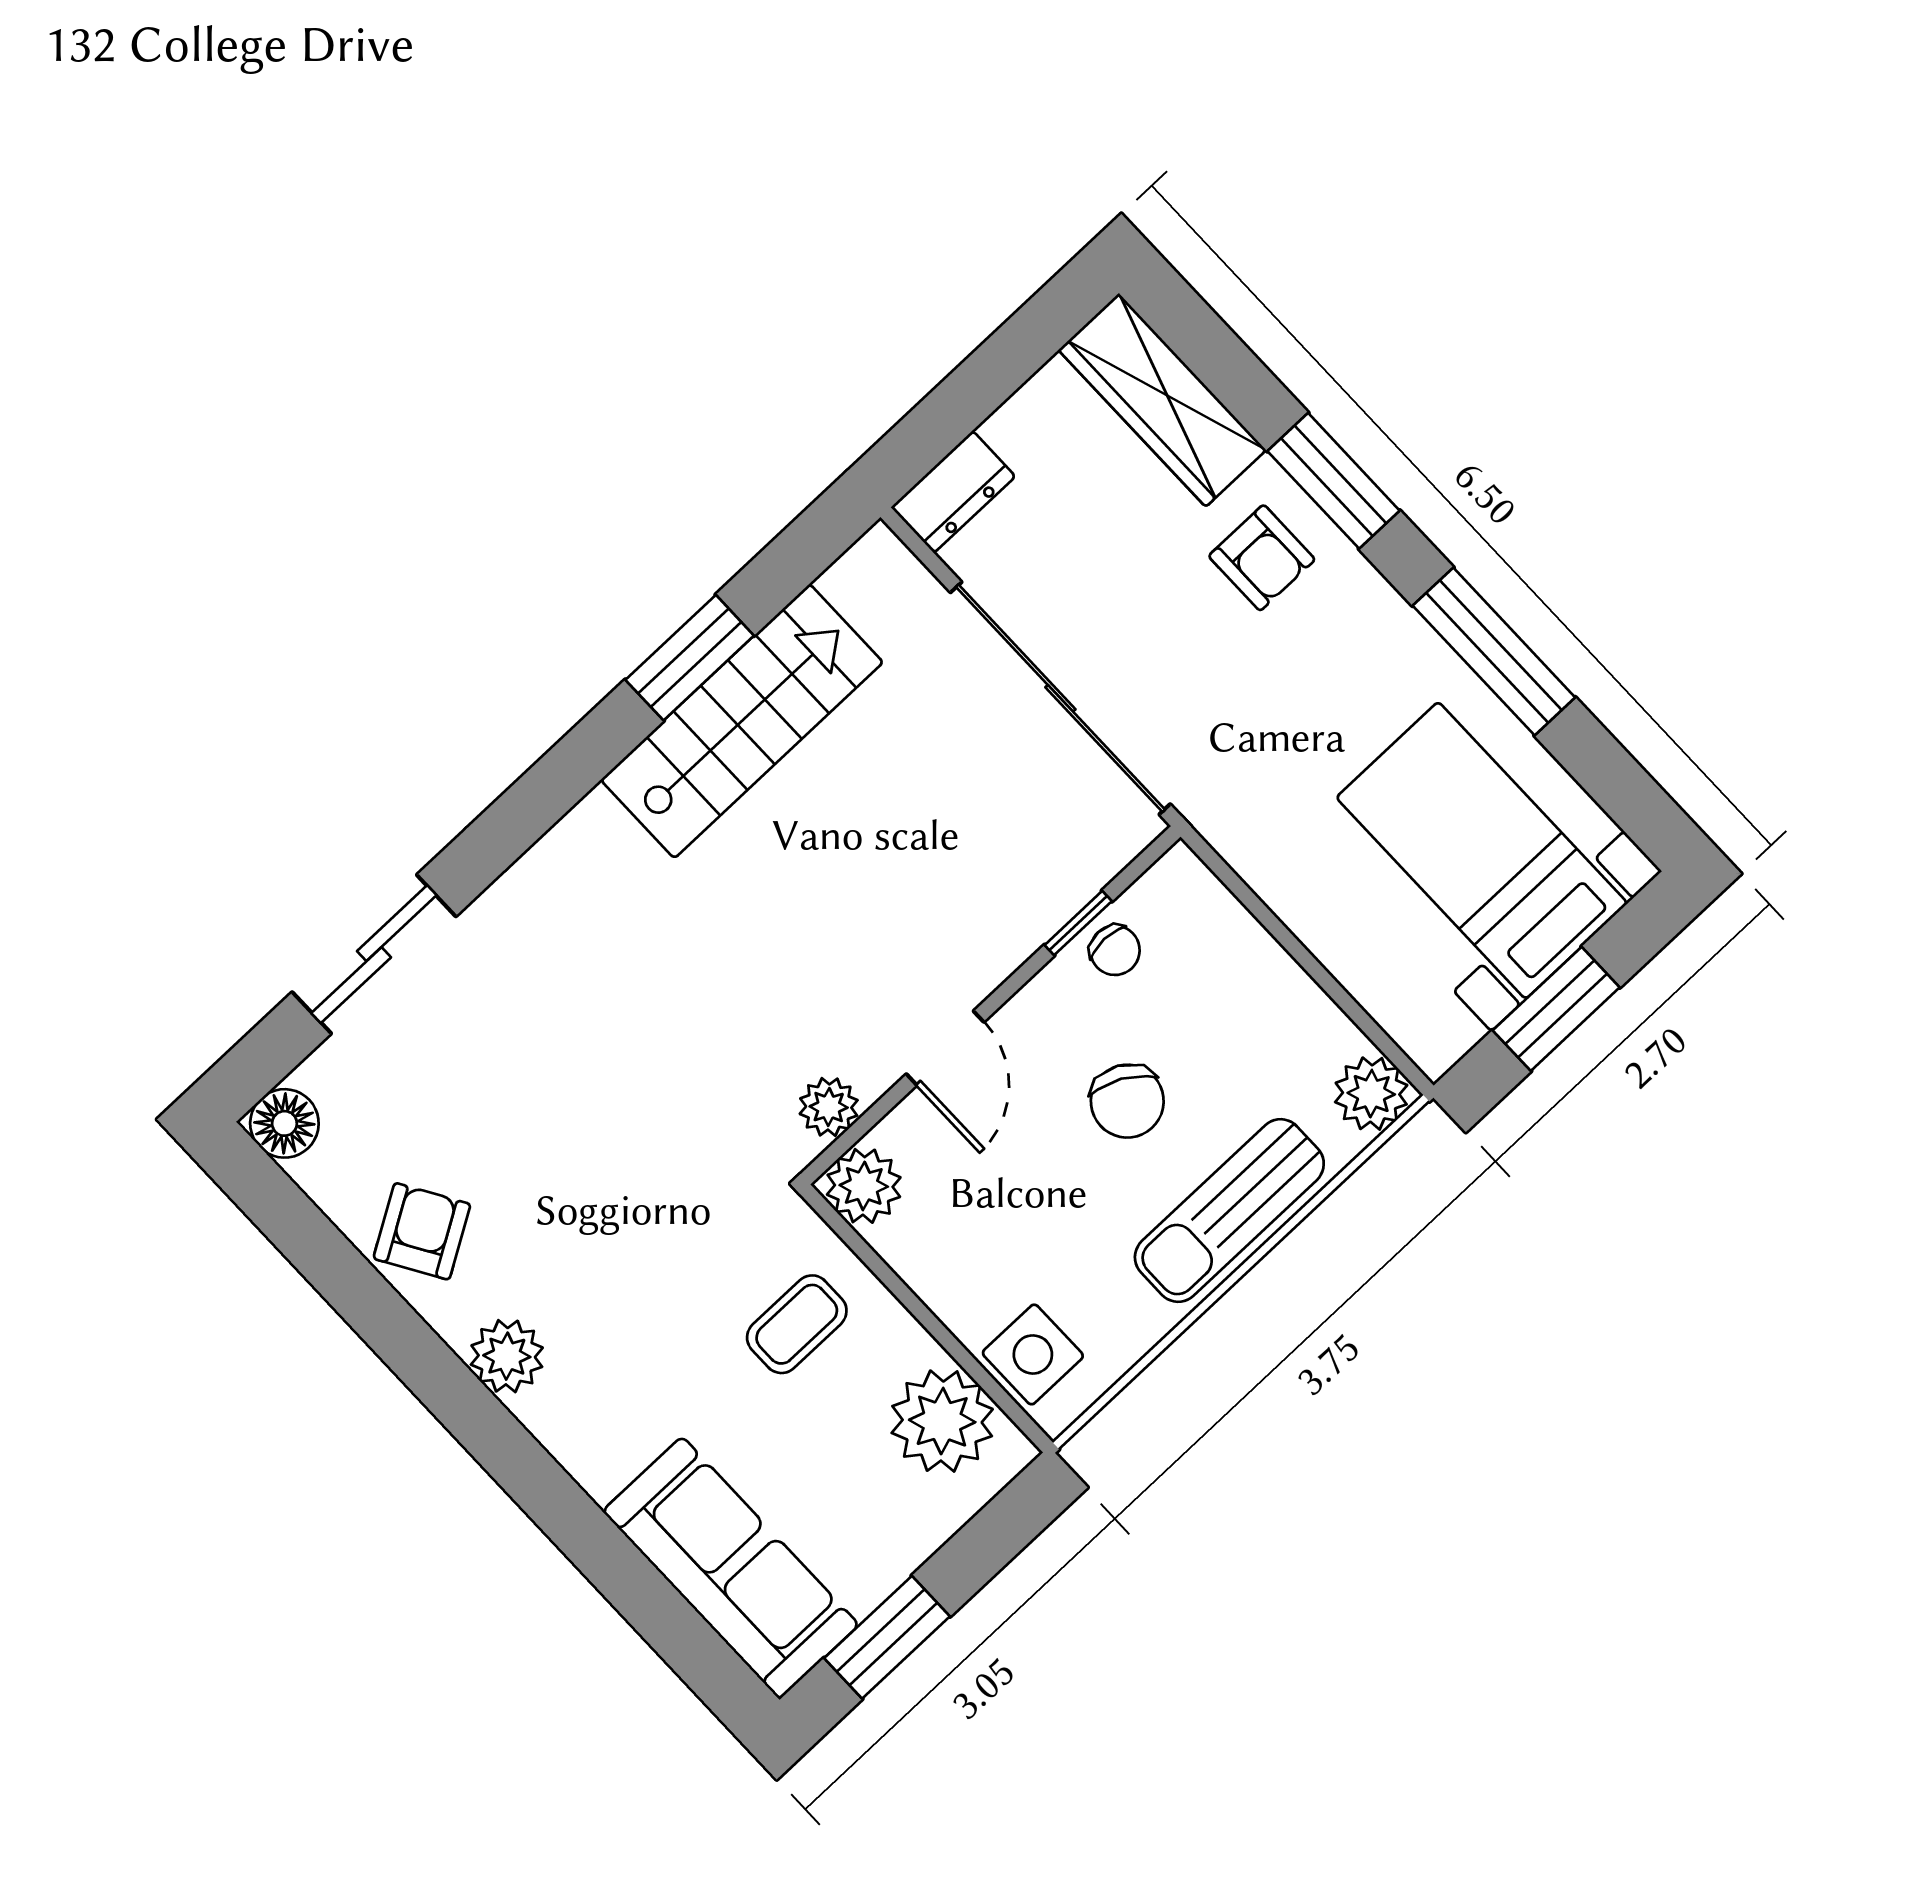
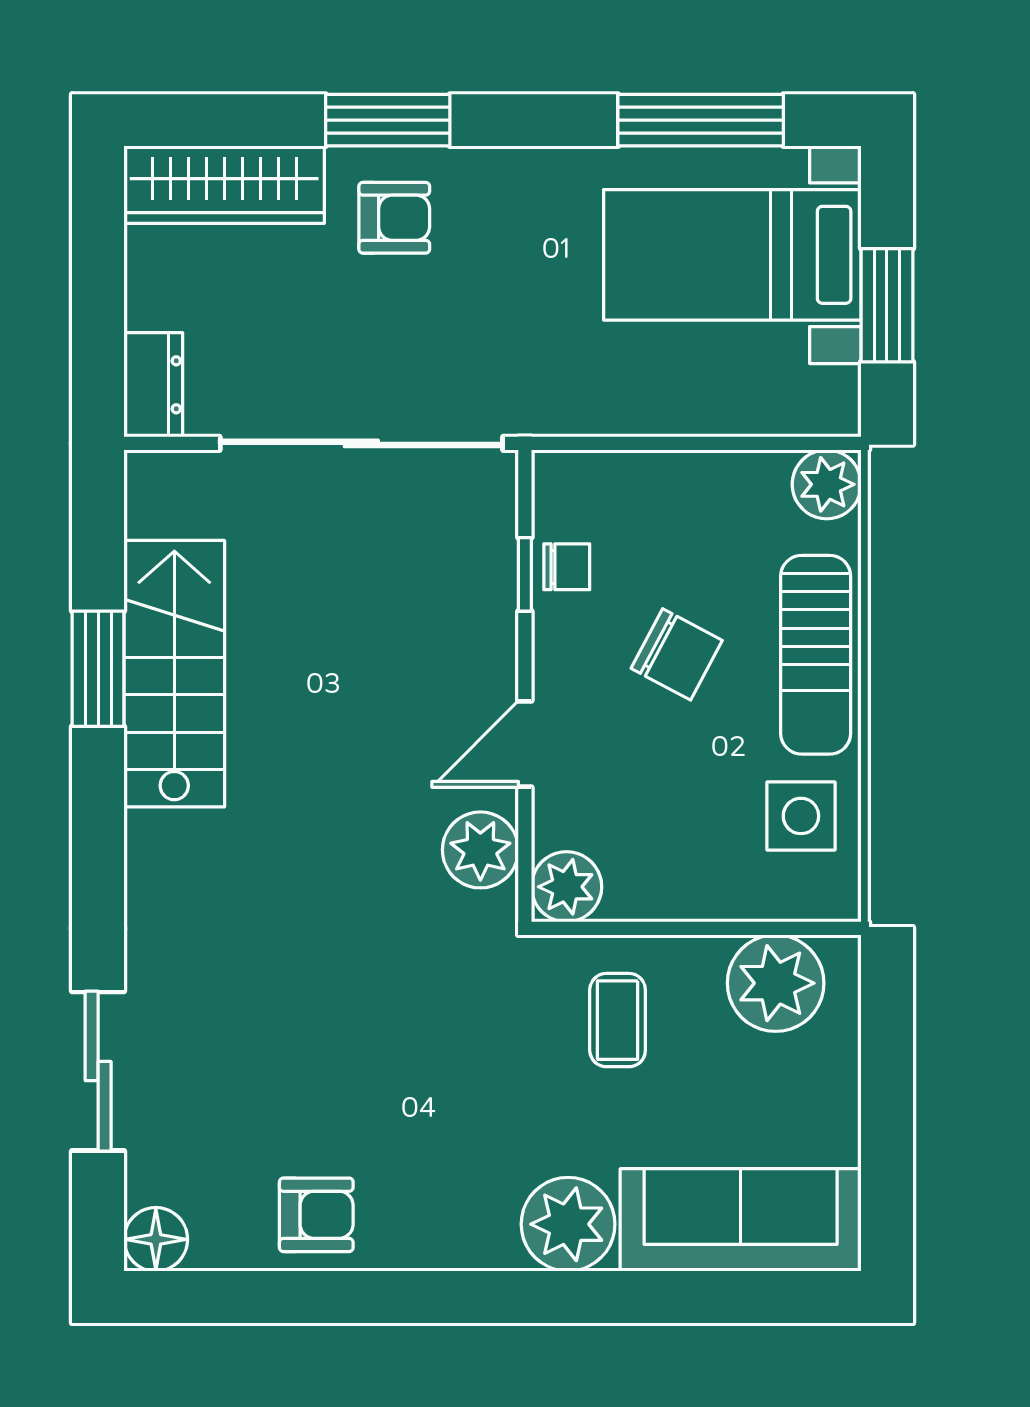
window: (1494, 651) -> (701, 120), moved
door: (945, 1048) -> (525, 744), swing flipped
plant: (829, 1107) -> (480, 850), width x1.38, depth x1.38
armchair: (422, 1231) -> (316, 1215), turned 121
side table: (1033, 1354) -> (801, 816), moved
plant: (507, 1356) -> (568, 1224), moved, width x1.36, depth x1.36
window: (887, 1637) -> (887, 1158), removed

